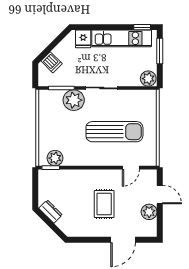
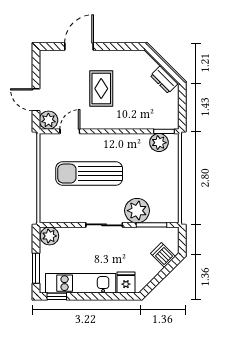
plant: (149, 212) -> (48, 120), moved

